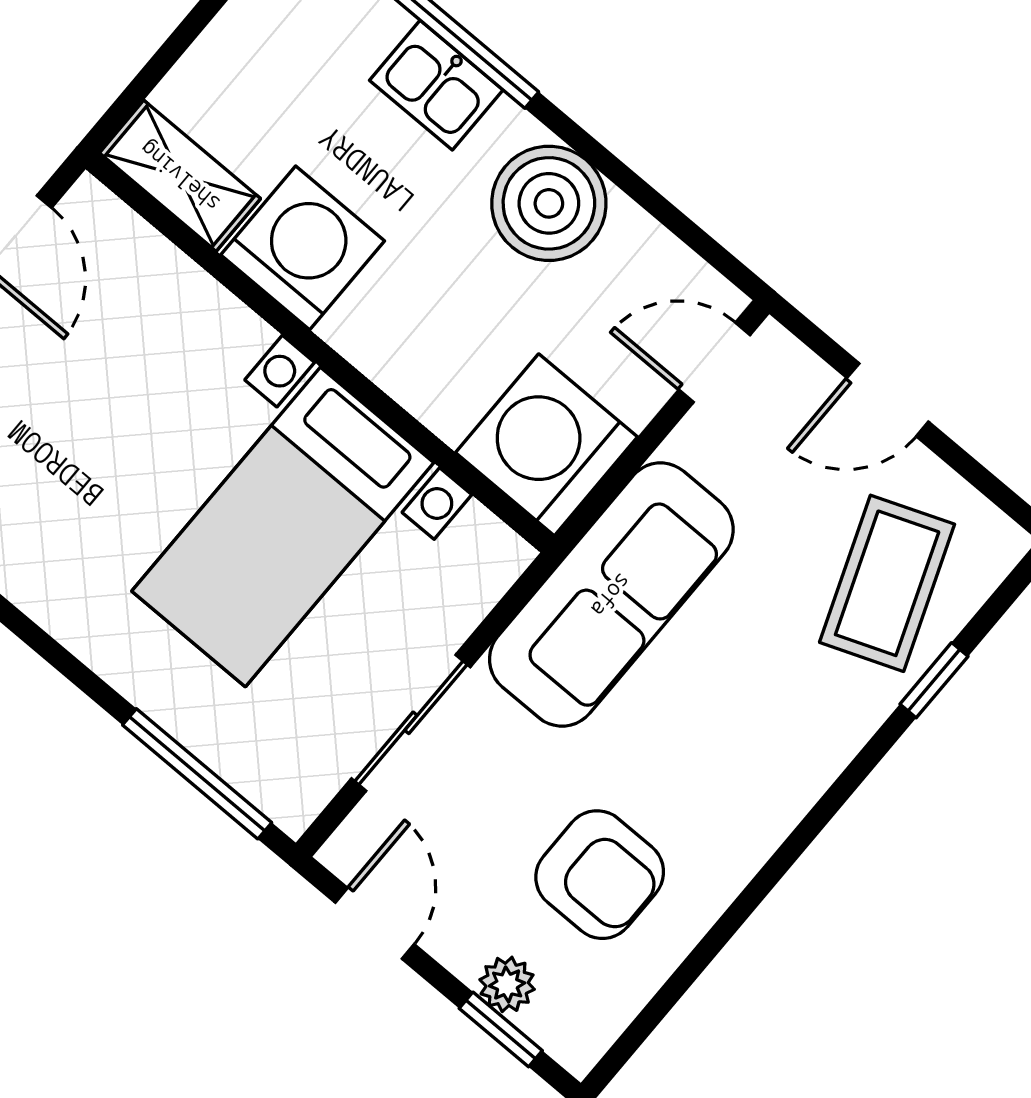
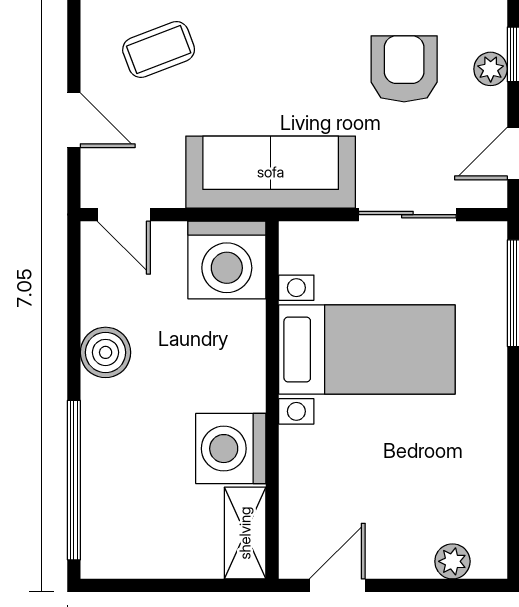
kitchen sink: (436, 85) -> (104, 450), removed
boiler: (549, 203) -> (106, 352), width x0.73, depth x0.73
coffee table: (887, 583) -> (159, 49), width x0.73, depth x0.77

